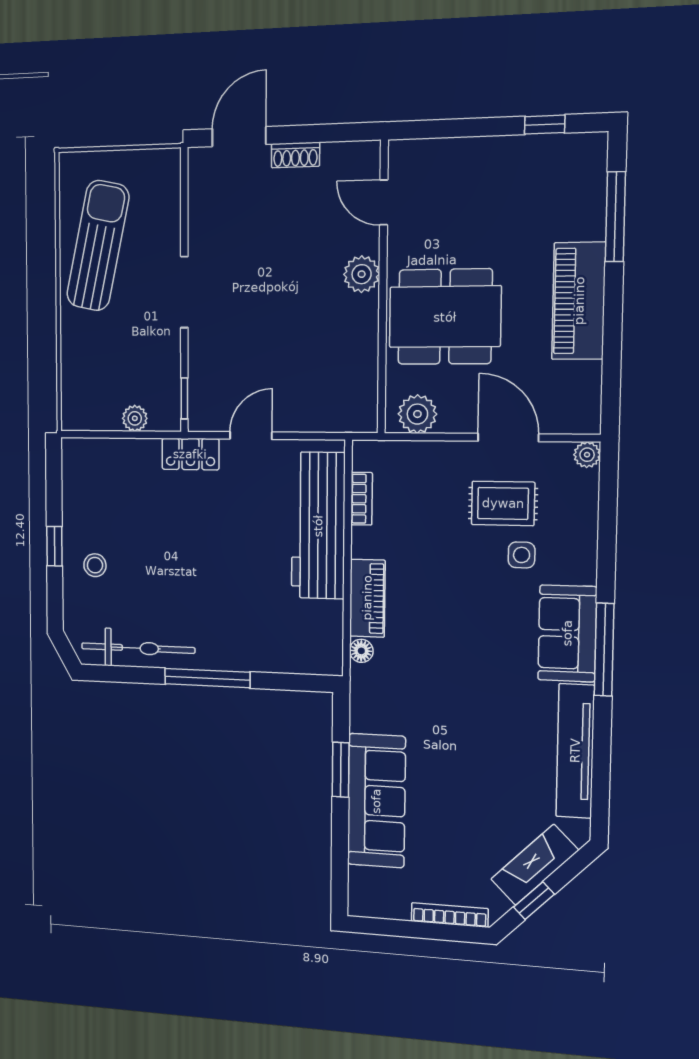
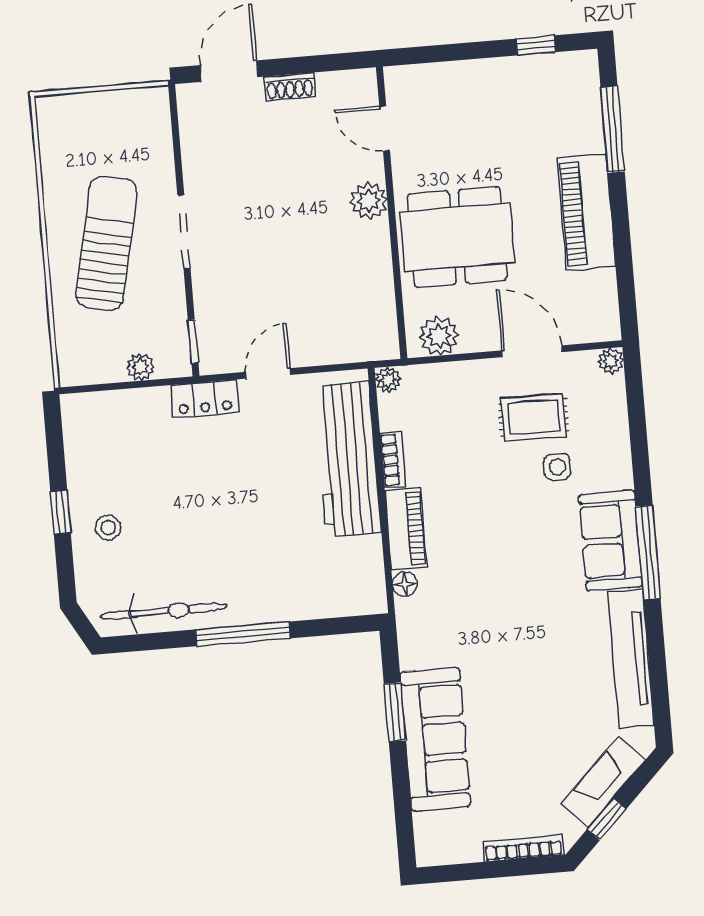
sun lounger: (98, 246) -> (106, 243), moved
plant: (364, 452) -> (388, 380), added
bookcase: (362, 499) -> (393, 460), moved

